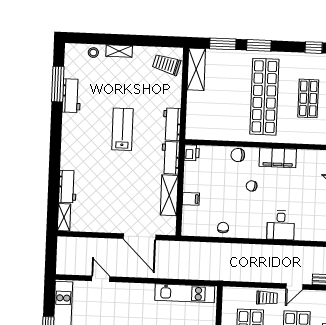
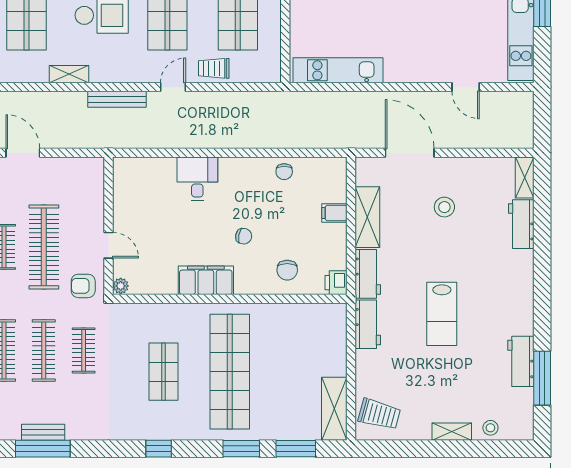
chair: (238, 155) -> (287, 270), moved, turned 90
stool: (118, 200) -> (444, 207), added

